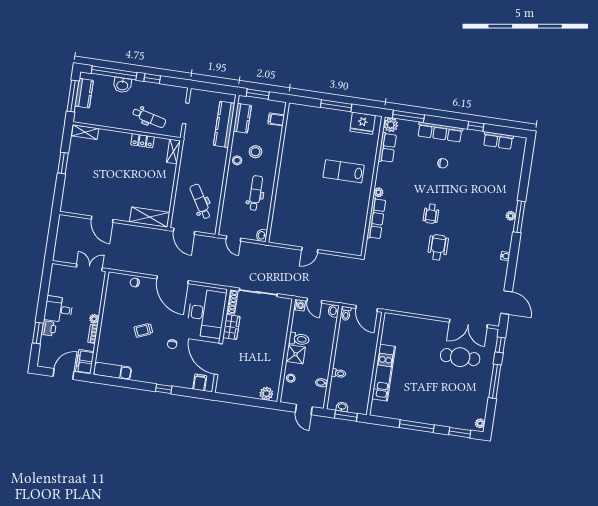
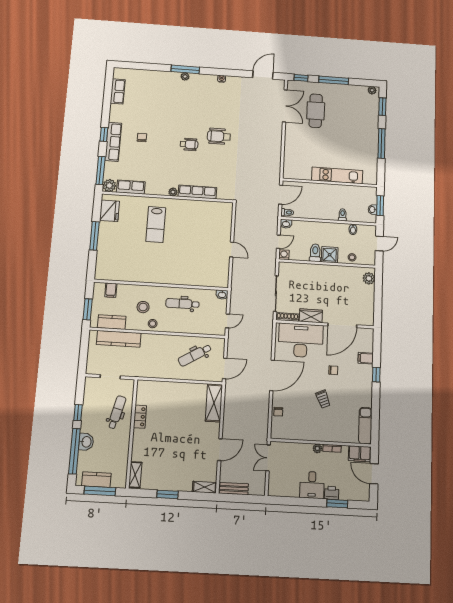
window: (476, 126) -> (104, 134), moved
shelving: (173, 151) -> (205, 487), moved
bench: (62, 230) -> (234, 489), added
filing cabinet: (200, 382) -> (366, 358), moved

